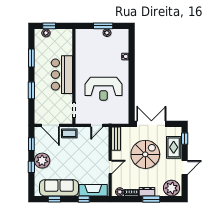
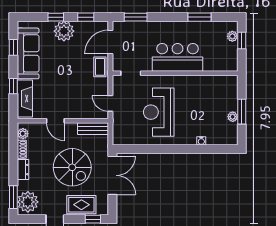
window: (31, 90) -> (136, 17), moved
window: (151, 199) -> (13, 197), moved

